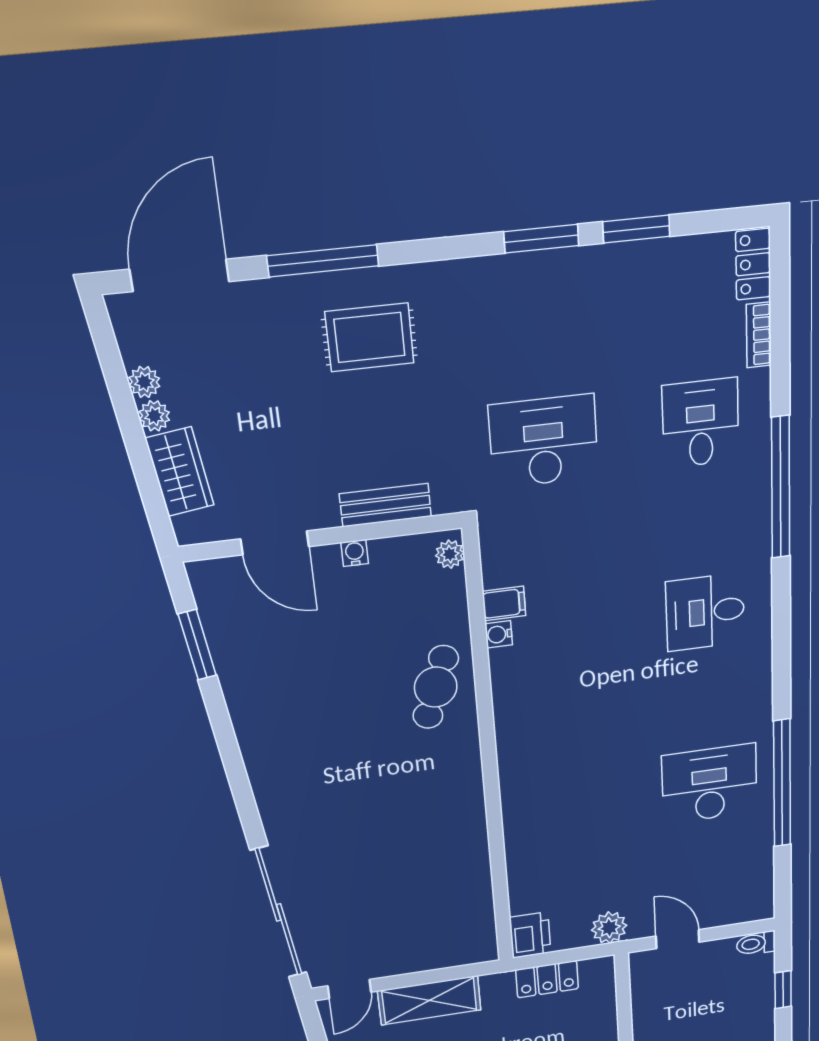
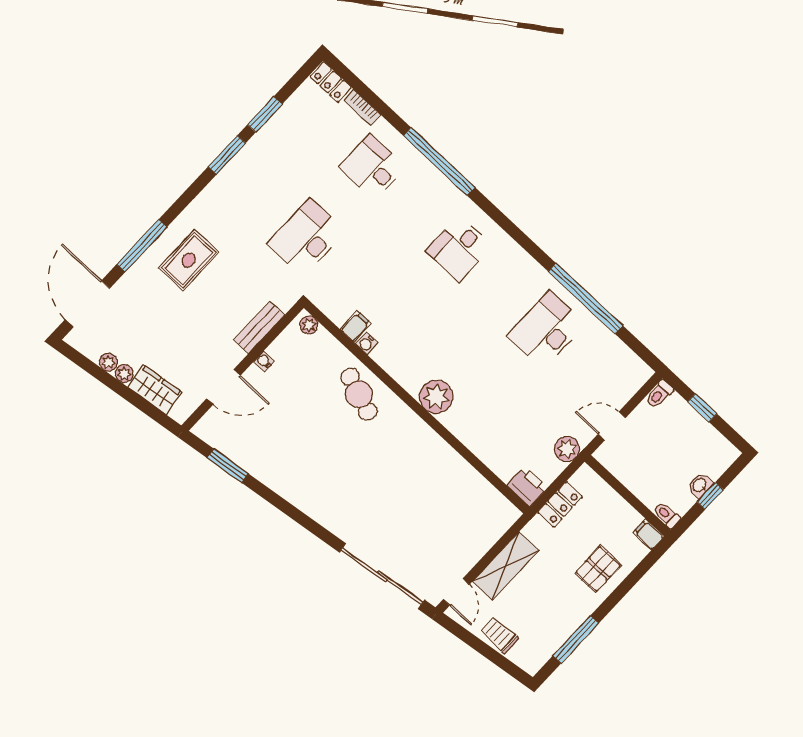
plant: (522, 761) -> (436, 397), added

